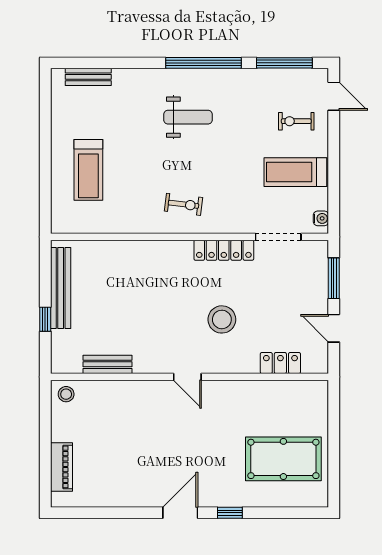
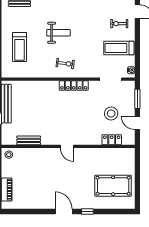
weight bench: (188, 117) -> (59, 33), moved
locker: (224, 250) -> (74, 86), moved
stool: (222, 319) -> (111, 114), moved
door: (180, 513) -> (64, 212), hinge flipped

